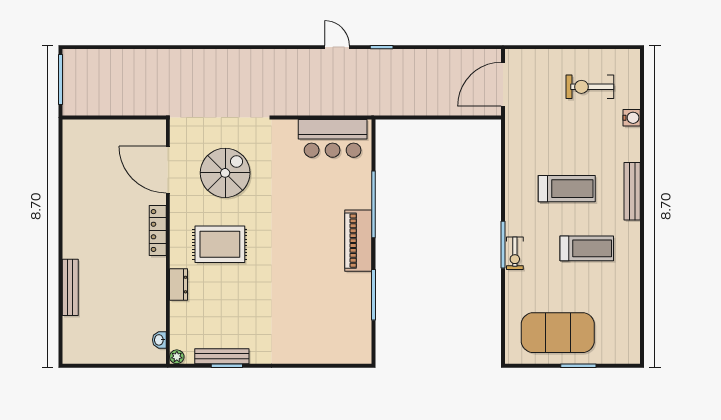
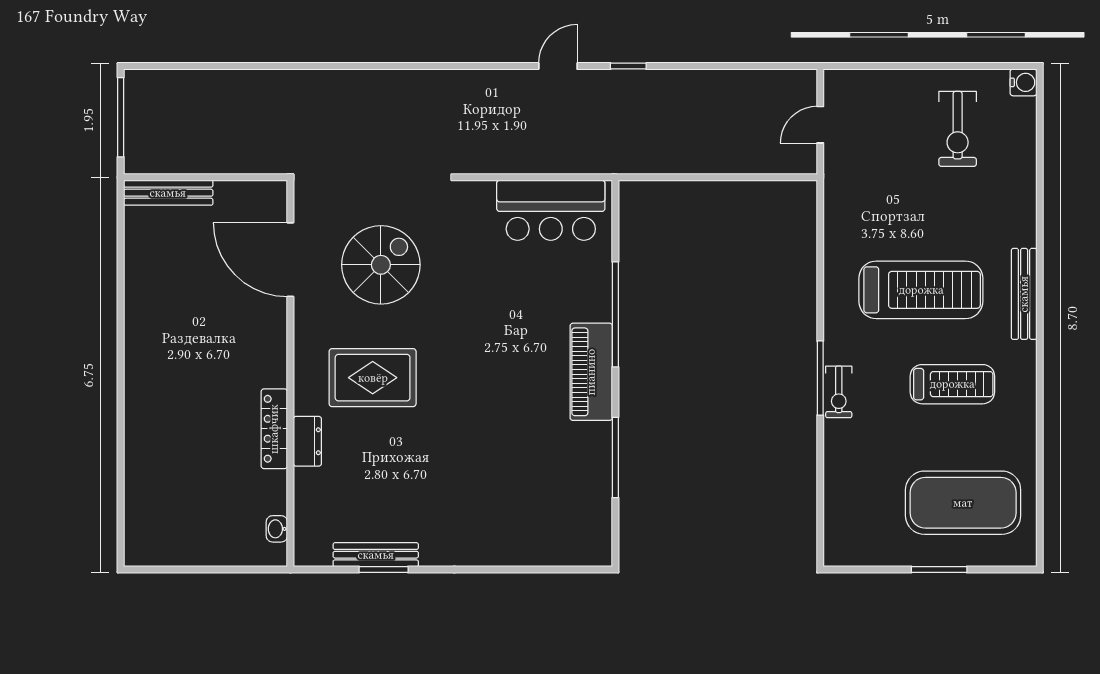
door: (337, 47) -> (558, 66), hinge flipped
door: (503, 84) -> (820, 125), width x0.53
exercise bike: (590, 87) -> (958, 129), turned -90
water cooler: (632, 118) -> (1023, 82), moved
treadmill: (567, 189) -> (921, 290), width x1.37, depth x1.38
locker: (158, 231) -> (274, 429), moved
bench: (70, 287) -> (168, 193), moved, turned 90
exercise mat: (558, 333) -> (963, 503), moved
plant: (177, 357) -> (305, 555), removed

